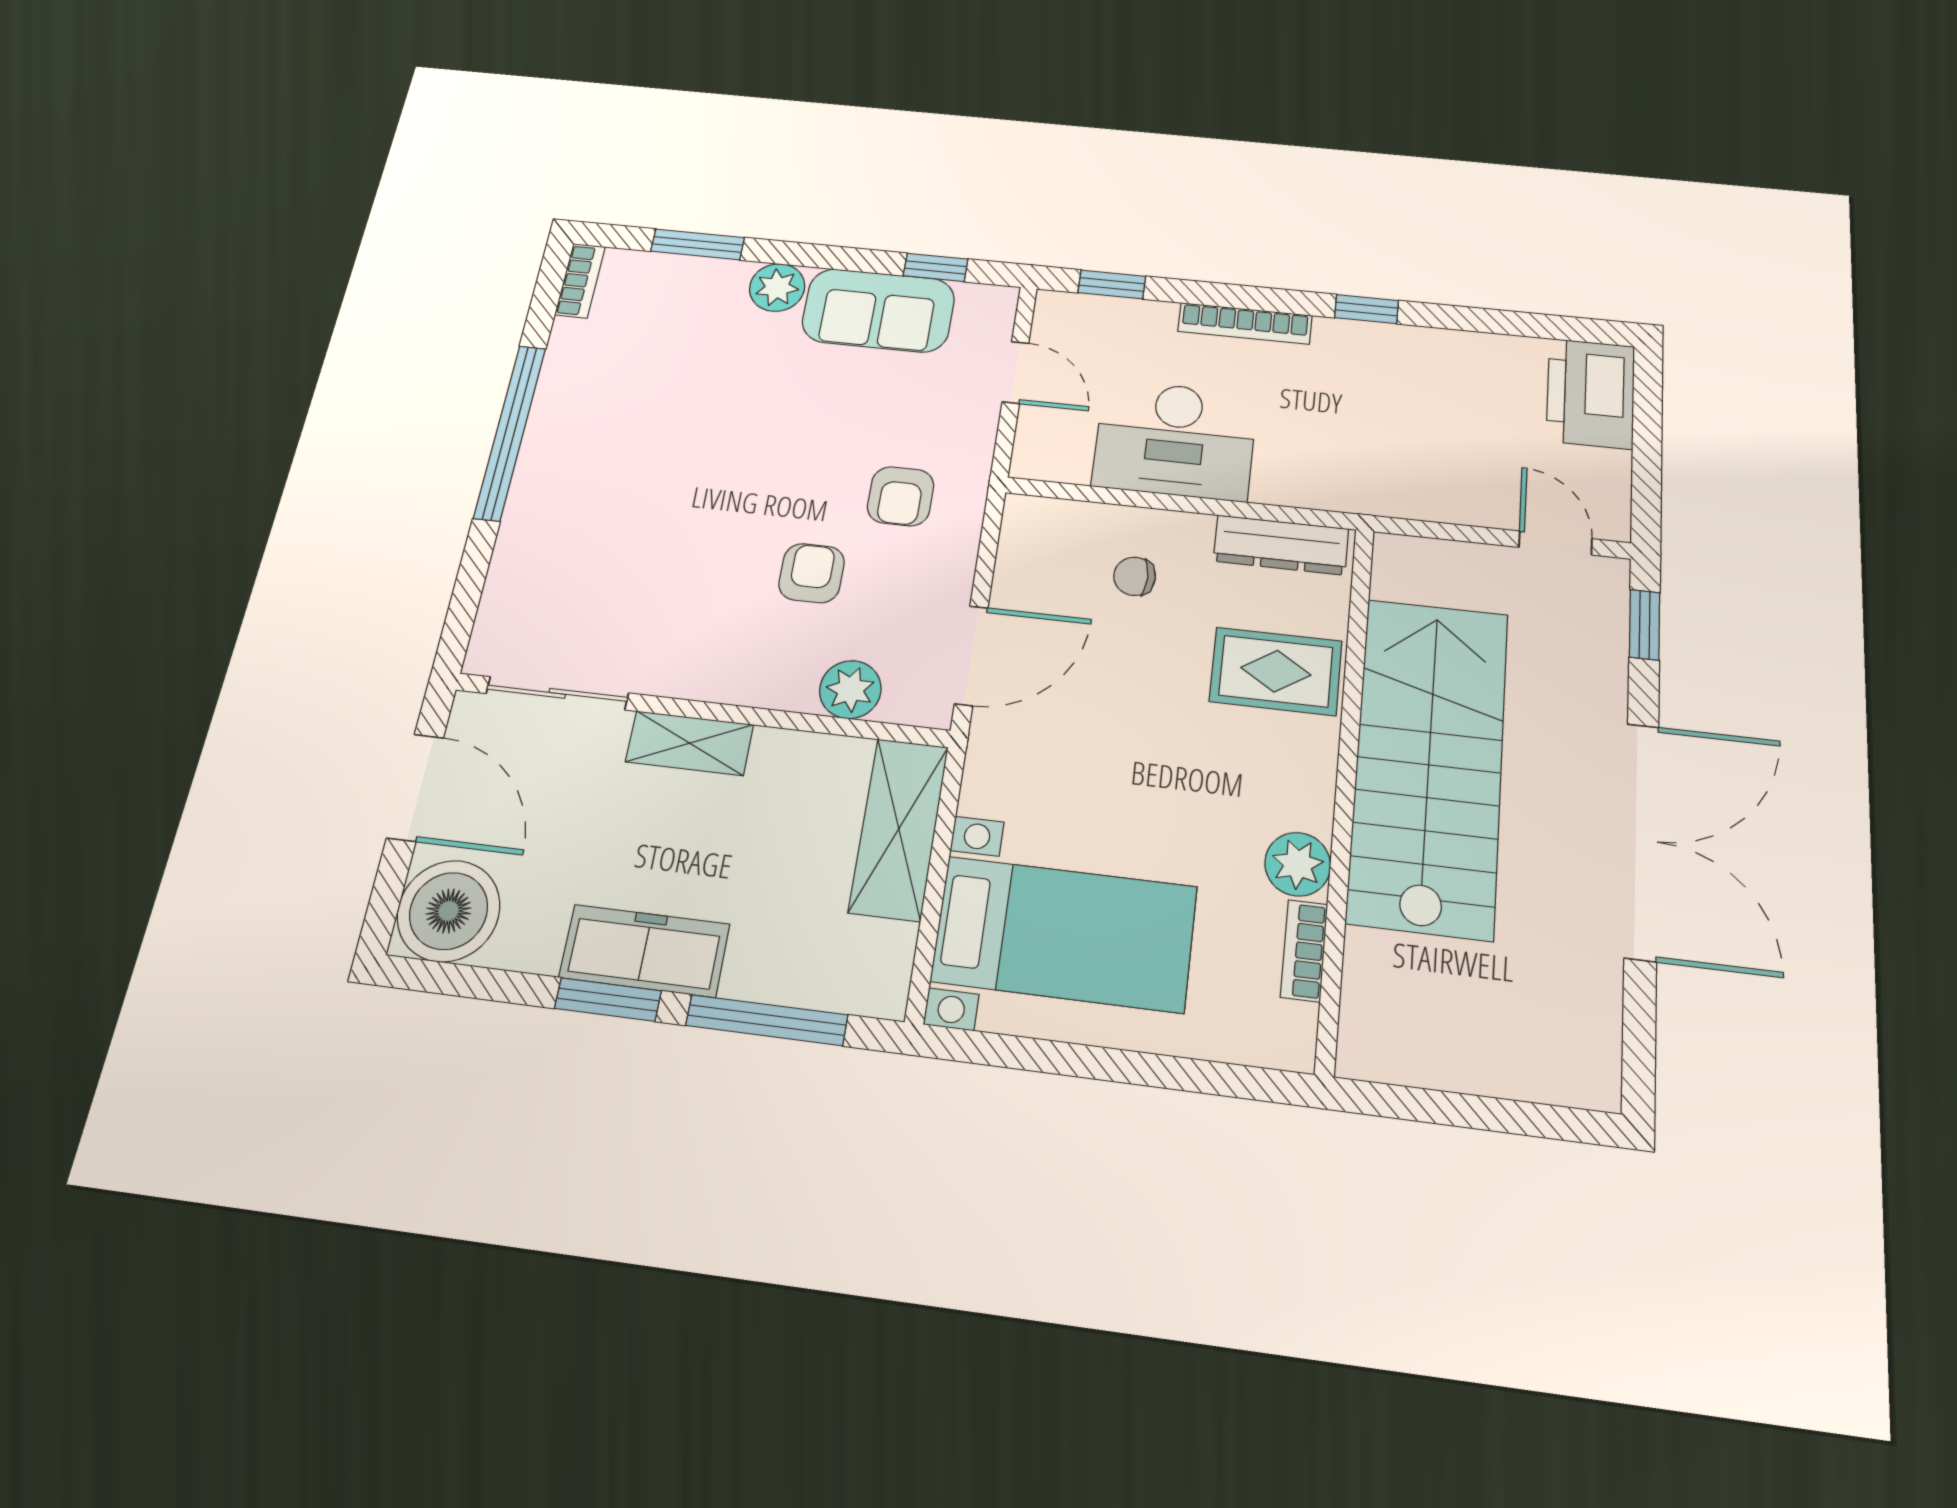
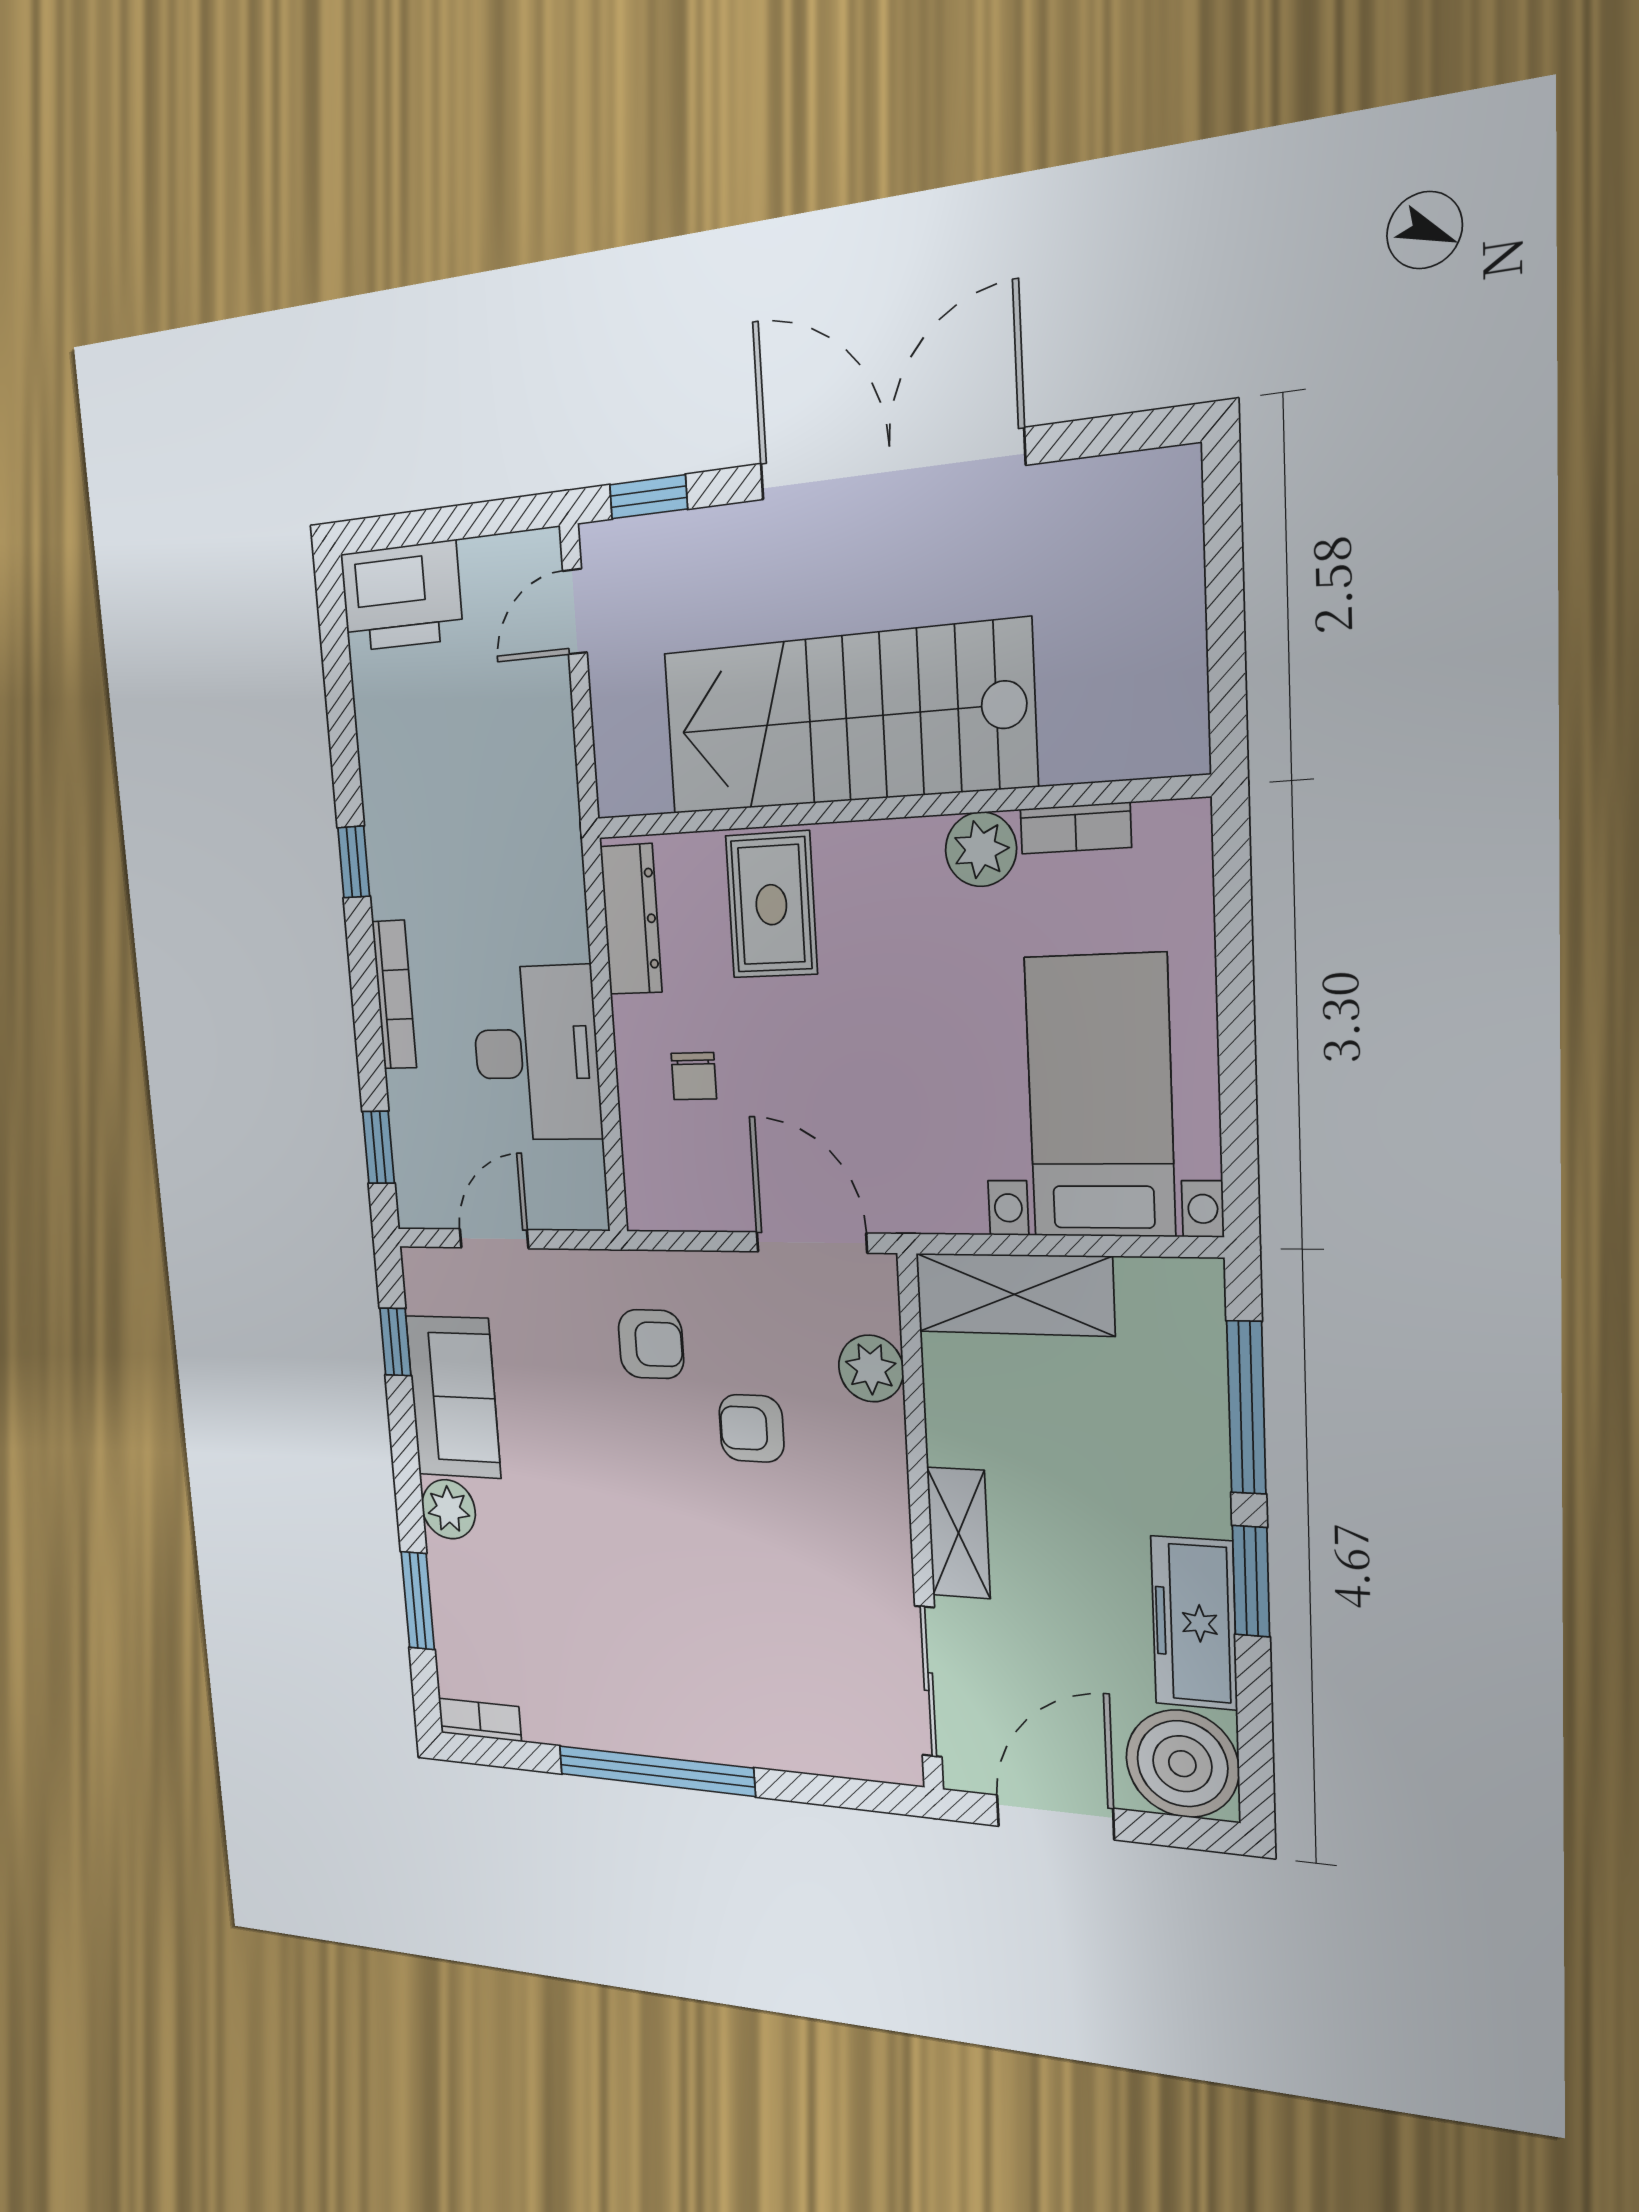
freezer: (644, 951) -> (1194, 1623), moved

